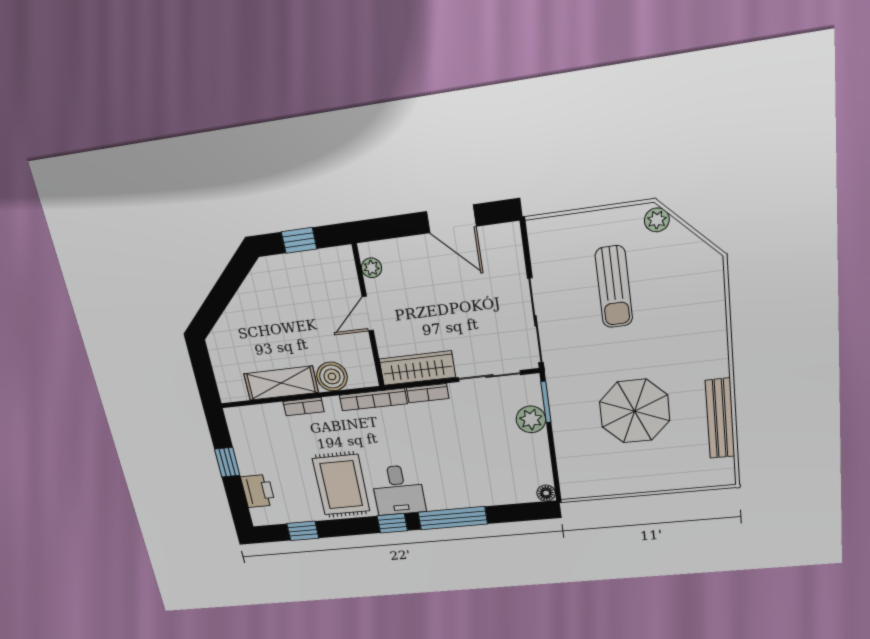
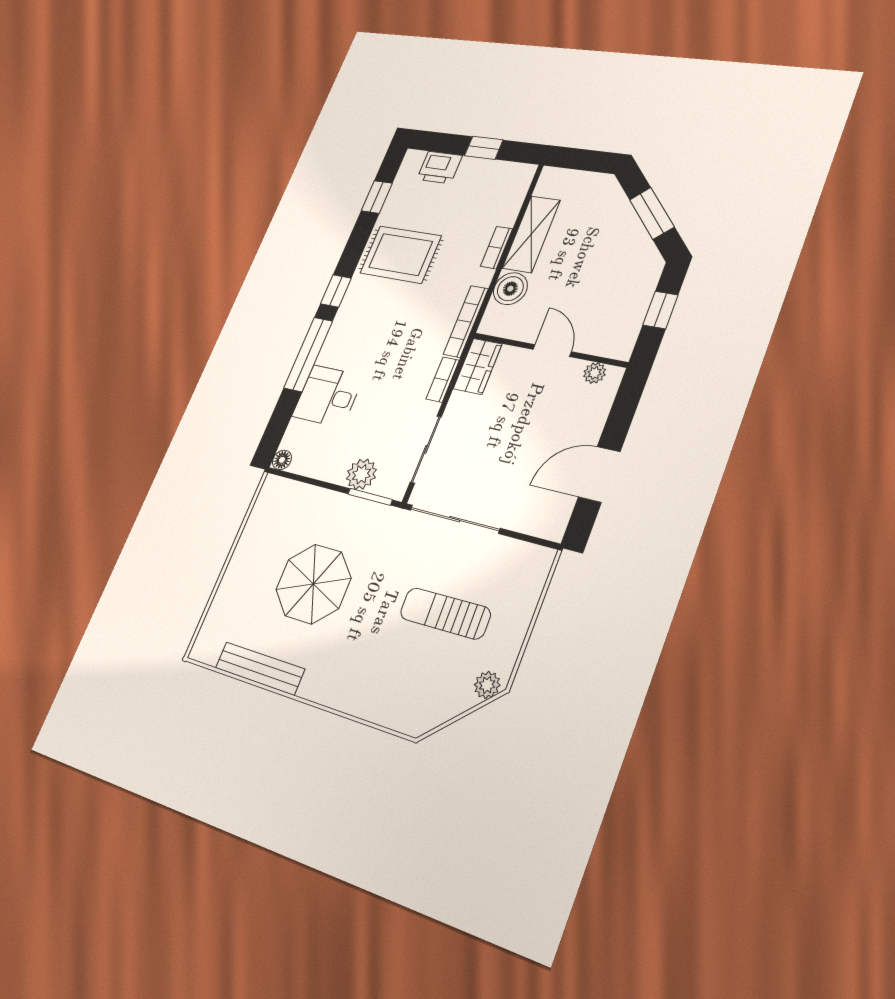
window: (224, 291) -> (652, 213), added
wardrobe: (417, 368) -> (478, 366), width x0.67
desk: (398, 490) -> (328, 396), moved

